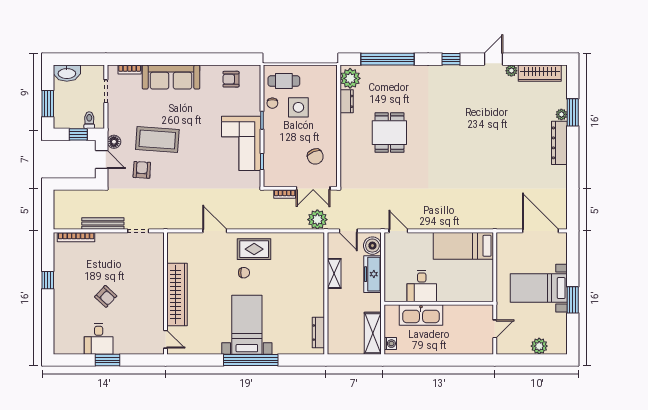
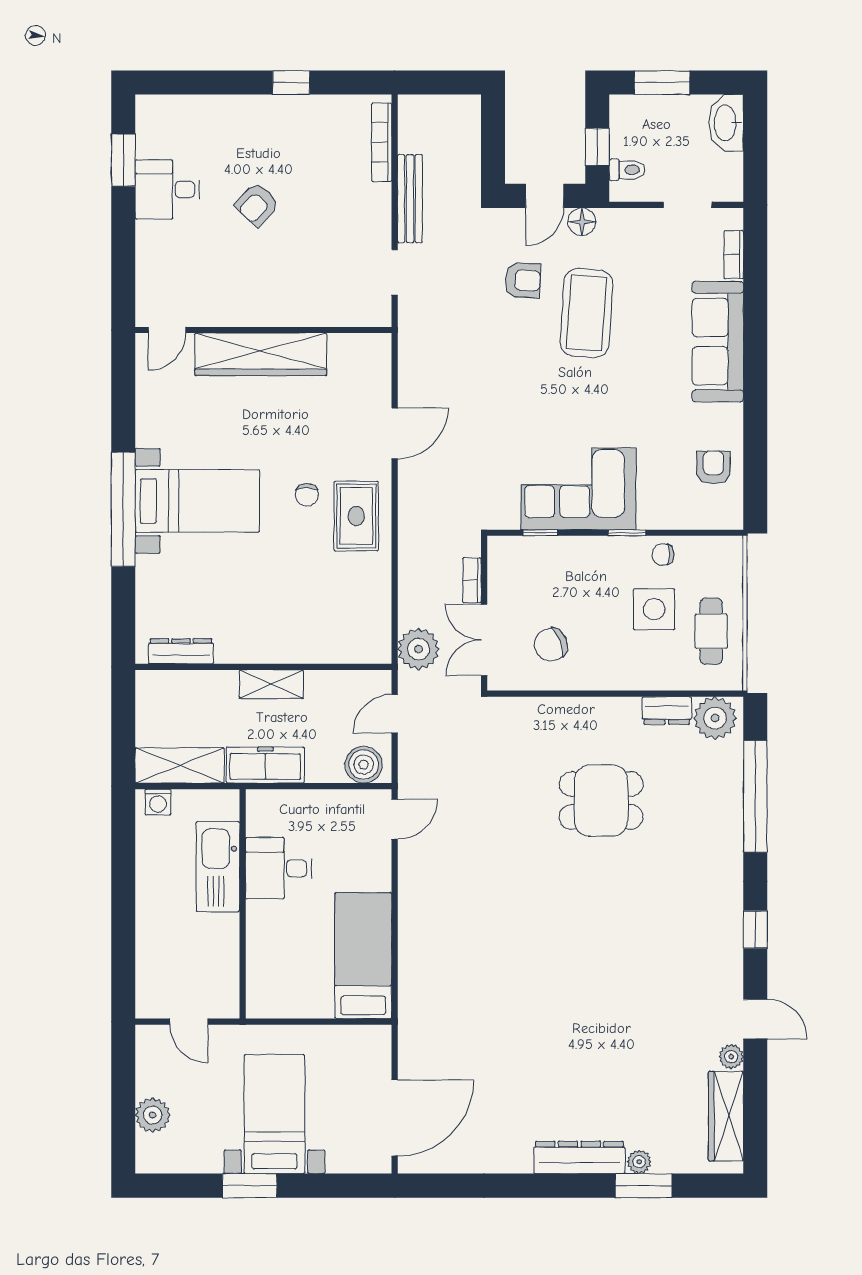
cafe table: (284, 81) -> (711, 631), moved
shelving: (334, 273) -> (271, 684), moved
freezer: (373, 274) -> (265, 765), moved
window: (107, 360) -> (123, 160), moved

